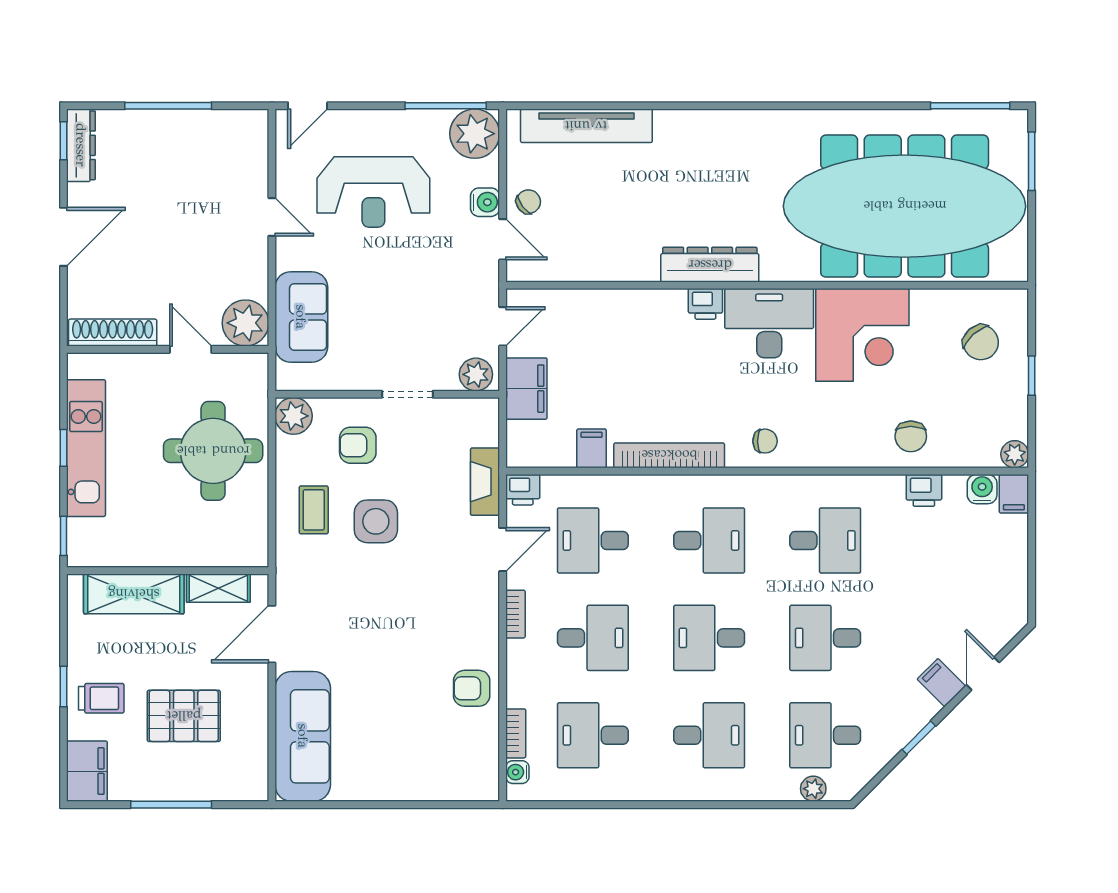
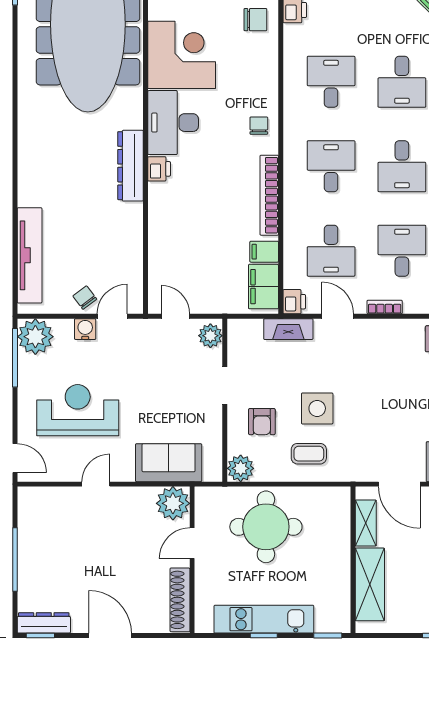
reception desk: (373, 192) -> (78, 410), turned -90
filing cabinet: (526, 389) -> (263, 287), moved, turned -90

